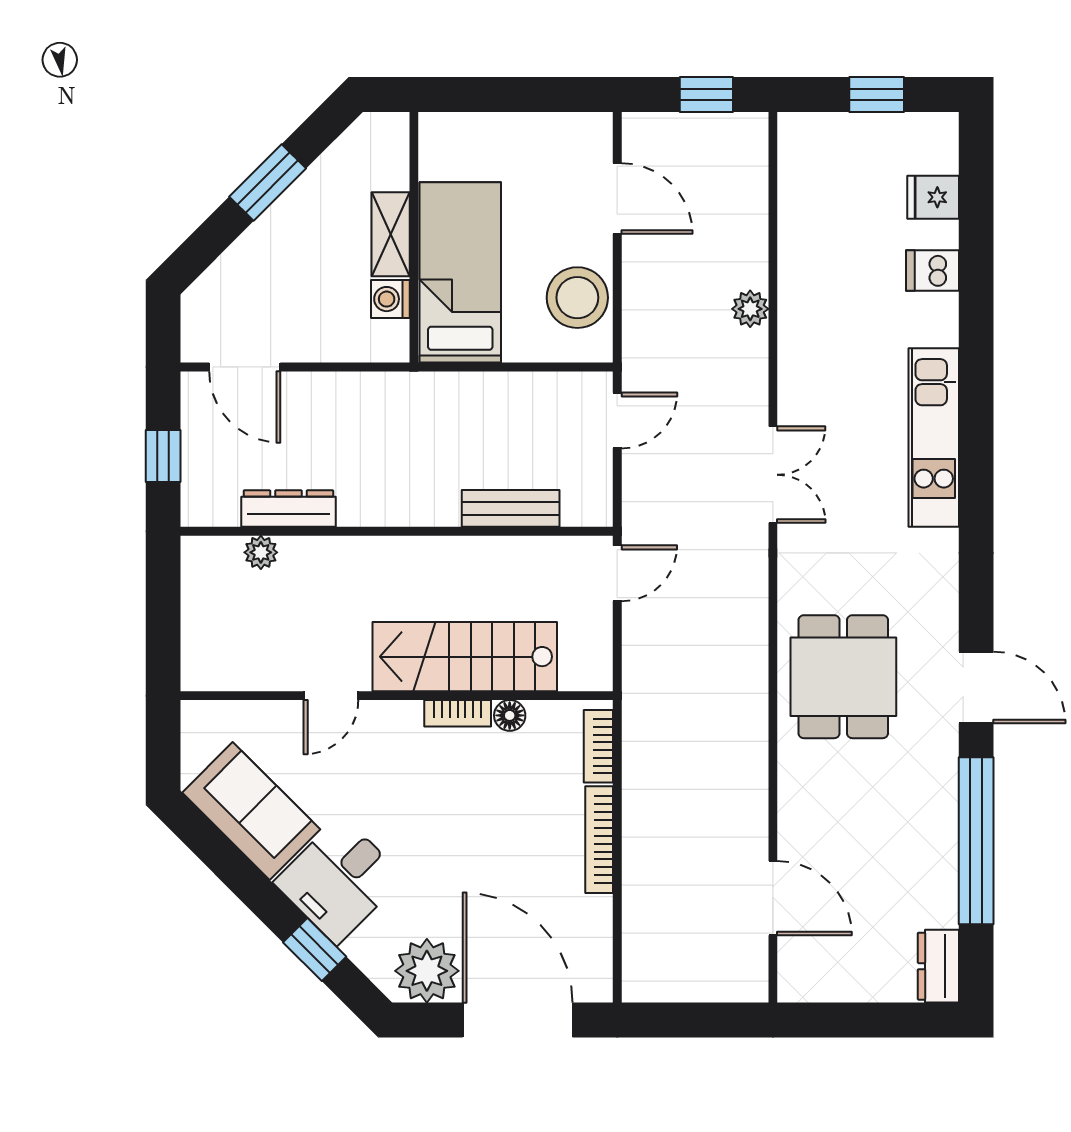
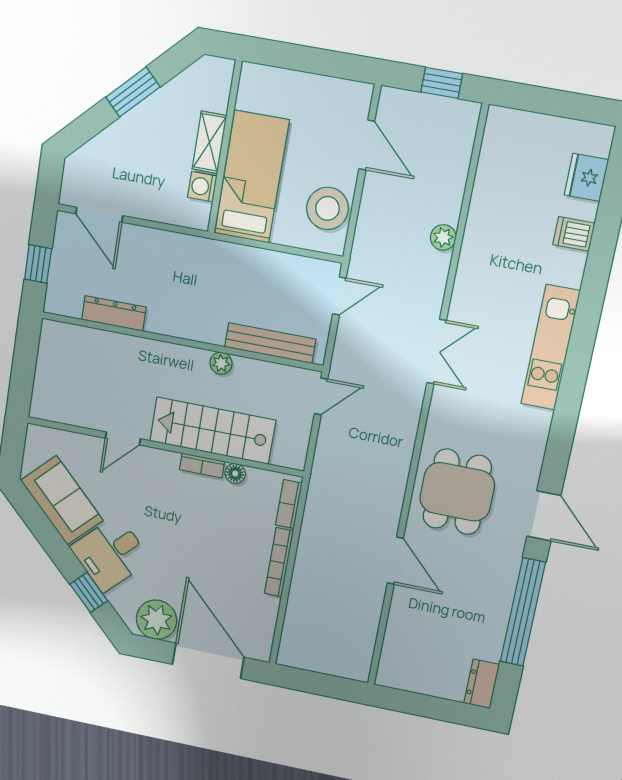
window: (877, 94) -> (561, 104), removed
fridge: (933, 197) -> (586, 177), width x1.38
bench: (511, 508) -> (270, 343), width x1.36
plant: (261, 552) -> (221, 363), moved
door: (773, 898) -> (395, 561), moved

